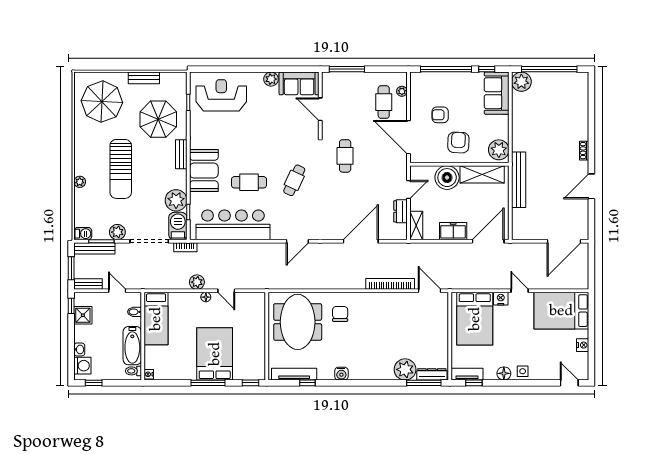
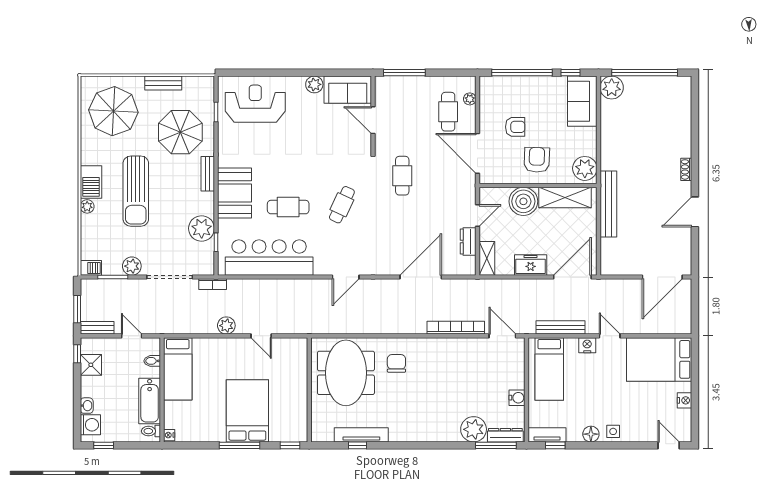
armchair: (440, 115) -> (515, 127), turned 180
barbecue: (178, 226) -> (91, 182), moved, turned 180
bench: (94, 248) -> (560, 327), moved
floor lamp: (206, 297) -> (237, 343), removed
bed: (475, 319) -> (549, 369), width x0.67
tv unit: (294, 374) -> (361, 435), moved
water cooler: (341, 374) -> (517, 398), moved, turned -90

